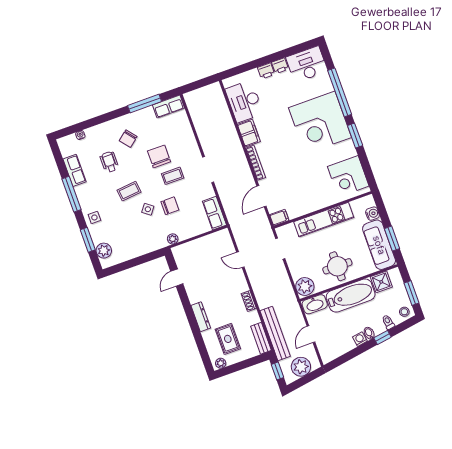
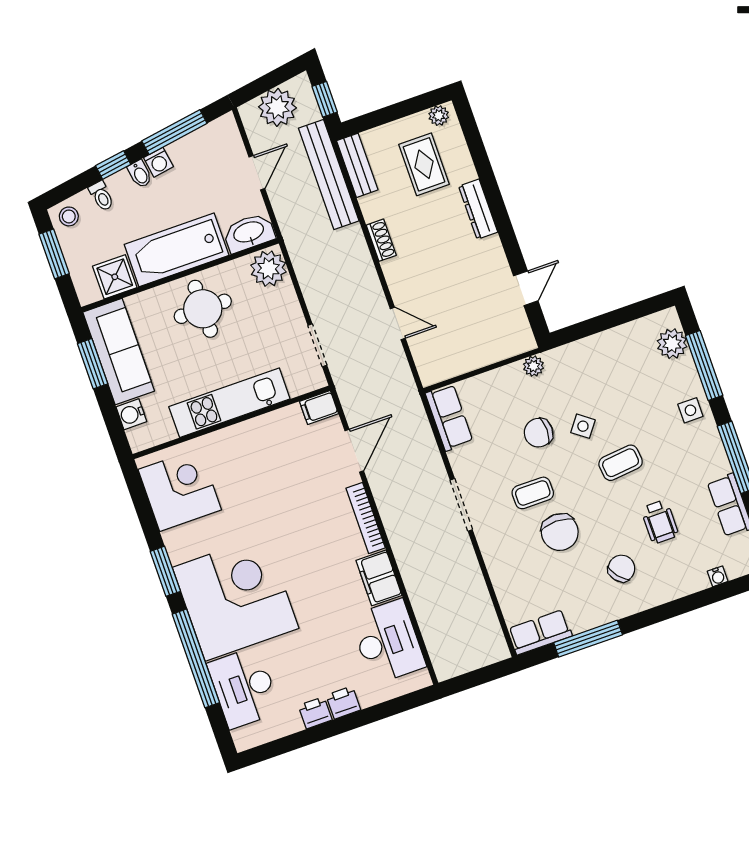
desk: (307, 64) -> (244, 688), moved, turned 90
window: (88, 240) -> (704, 366), width x1.44
window: (352, 354) -> (174, 132), added

